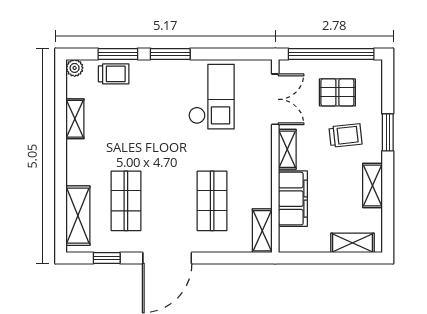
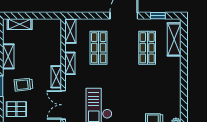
pallet: (337, 92) -> (16, 109), moved
shelving: (75, 119) -> (70, 63), moved
filing cabinet: (293, 199) -> (53, 49), removed

